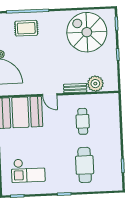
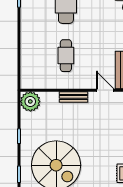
plant: (95, 84) -> (30, 101), moved

